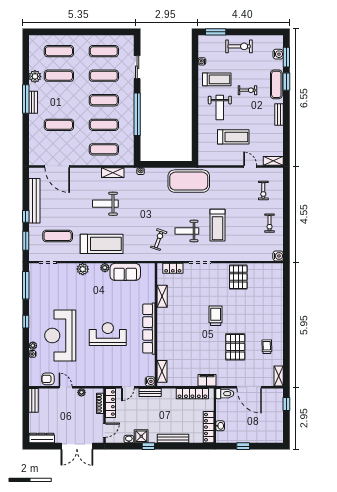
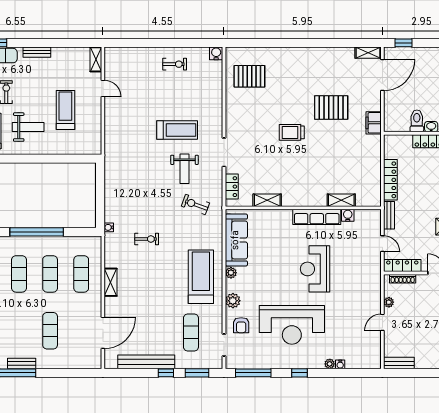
door: (250, 166) -> (103, 89), swing flipped
shelving: (113, 173) -> (111, 282), moved
exercise mat: (189, 181) -> (121, 166), removed
exercise bike: (263, 190) -> (147, 239), moved
weight bench: (105, 204) -> (150, 272), removed
sofa: (125, 272) -> (236, 240), width x1.36
pallet: (238, 277) -> (249, 76), moved
row of seats: (149, 329) -> (317, 217), width x0.73
reception desk: (60, 336) -> (292, 325), moved
trolley: (267, 347) -> (331, 68), removed
shelving: (162, 371) -> (341, 200), moved
armchair: (48, 379) -> (241, 325), moved
filing cabinet: (207, 380) -> (374, 123), moved
water cooler: (150, 381) -> (348, 215), moved
door: (249, 387) -> (382, 75), moved
locker: (192, 394) -> (390, 180), moved
toilet: (225, 394) -> (417, 121), moved

